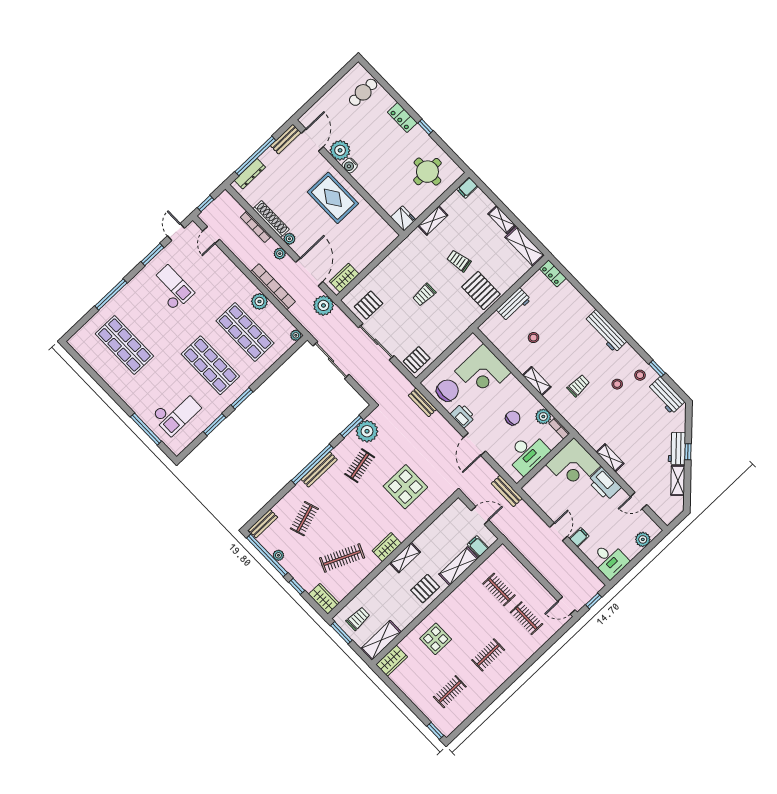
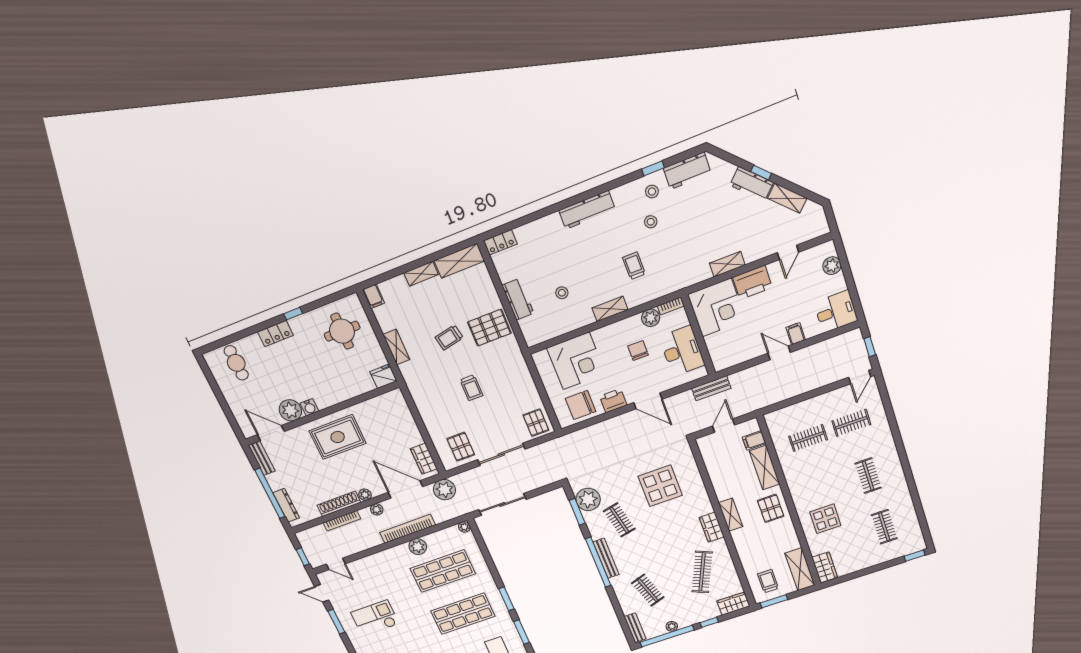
chair: (447, 390) -> (581, 405), turned -90
bench: (423, 402) -> (582, 435), removed

